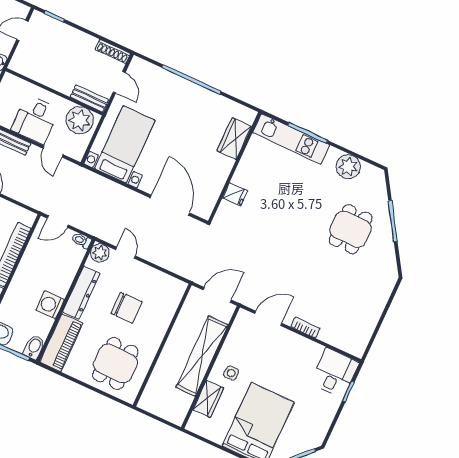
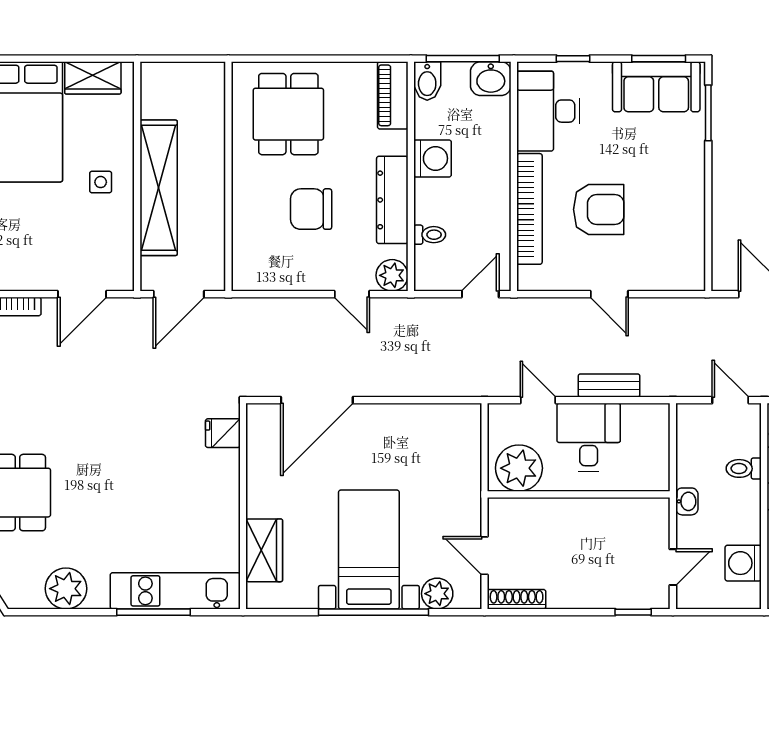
plant: (153, 74) -> (437, 594), added
bench: (89, 98) -> (519, 509), removed
bed with nightstands: (125, 144) -> (369, 550), moved, turned 180
fridge: (235, 194) -> (223, 433), moved
door: (170, 205) -> (317, 400), hinge flipped
toilet: (81, 241) -> (430, 235), moved
piano: (61, 343) -> (393, 95), width x0.73, depth x0.75
wardrobe: (208, 399) -> (93, 78), moved, turned -90

